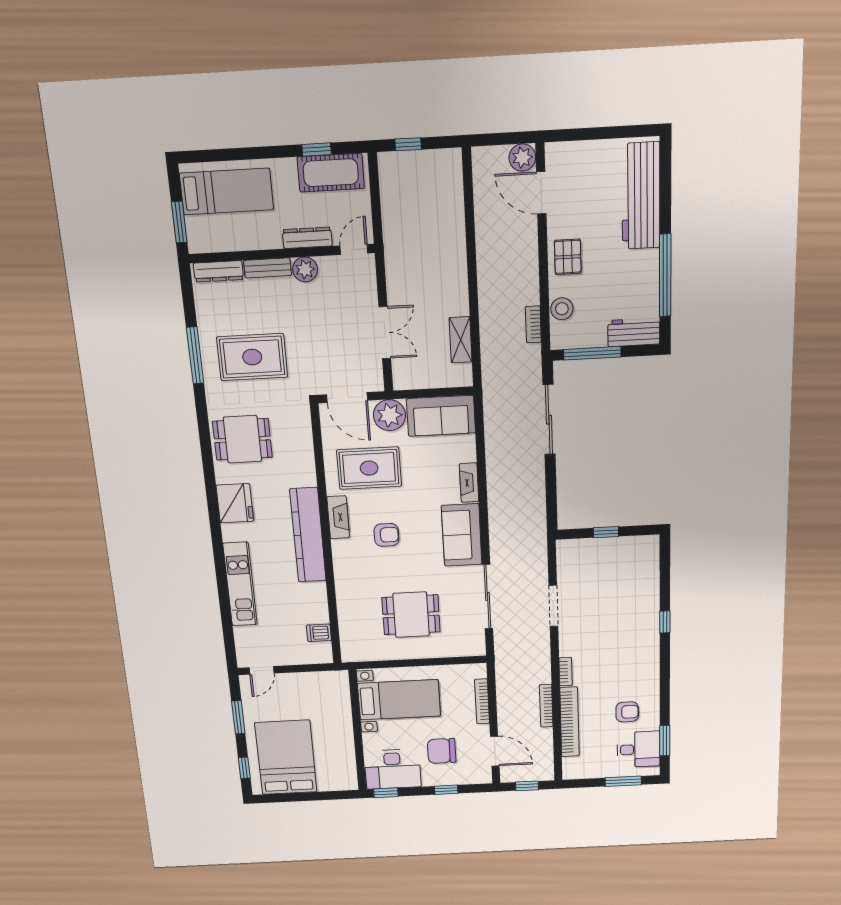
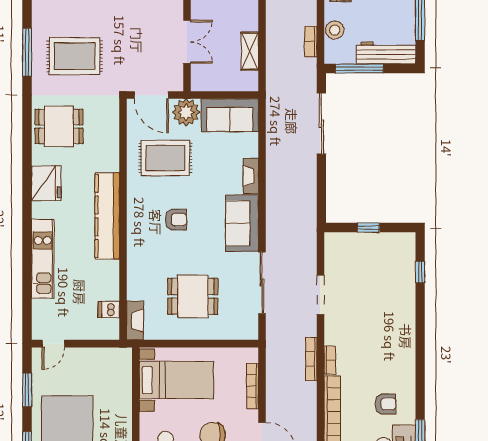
workbench: (634, 332) -> (386, 53), width x1.38
fireplace: (338, 517) -> (135, 320), moved
window: (665, 622) -> (420, 272), moved
bookcase: (546, 706) -> (311, 359), moved

